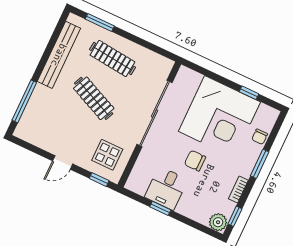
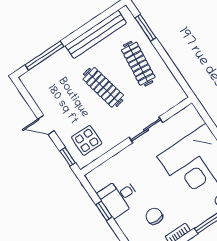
clothes rail: (94, 98) -> (103, 87), turned -36
sliding door: (155, 114) -> (146, 130), width x0.54
chair: (195, 161) -> (154, 216), moved

